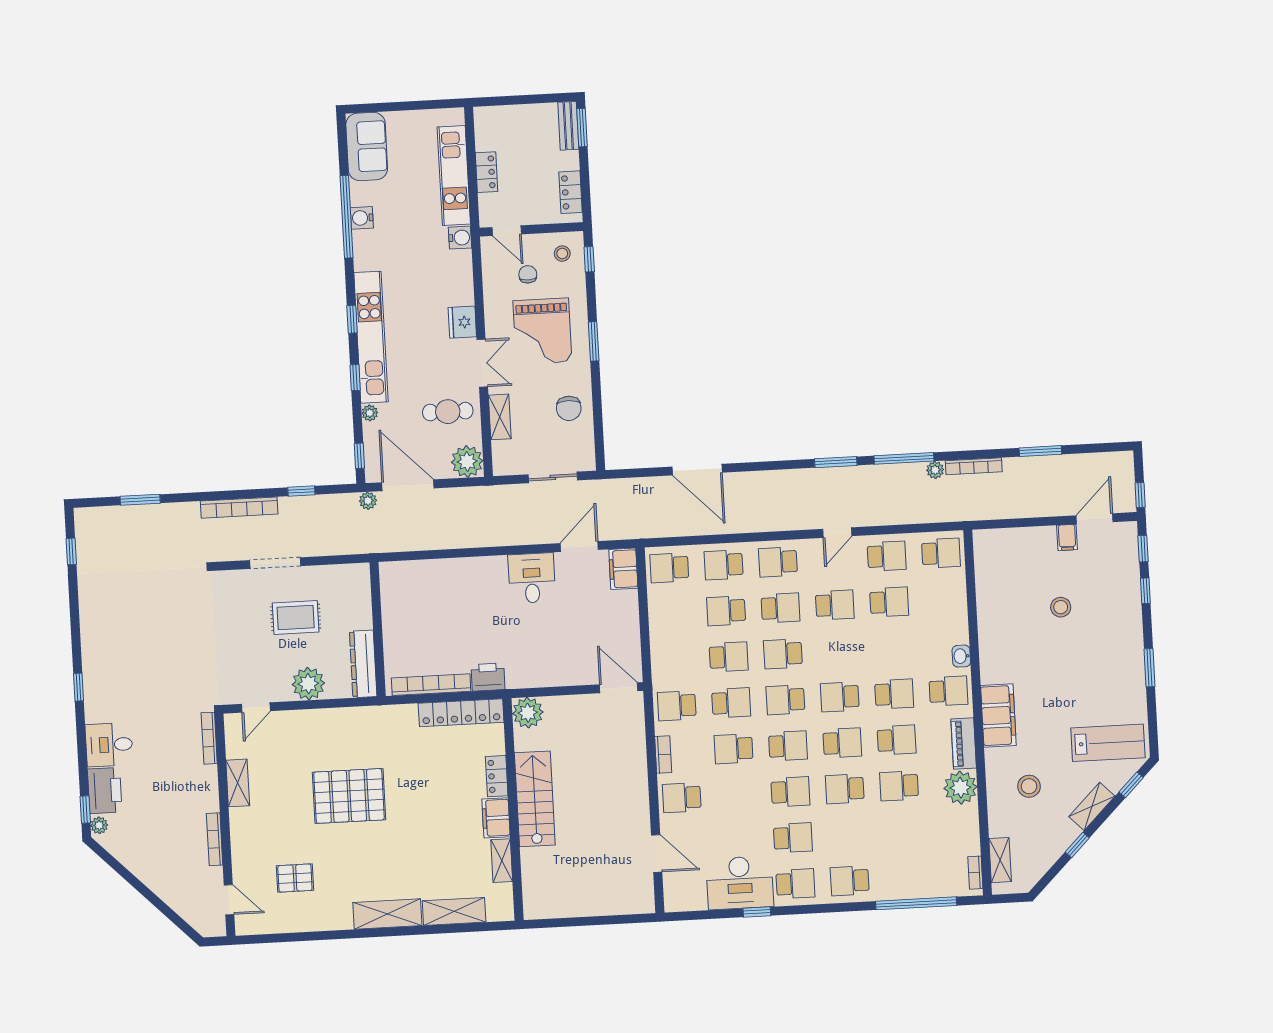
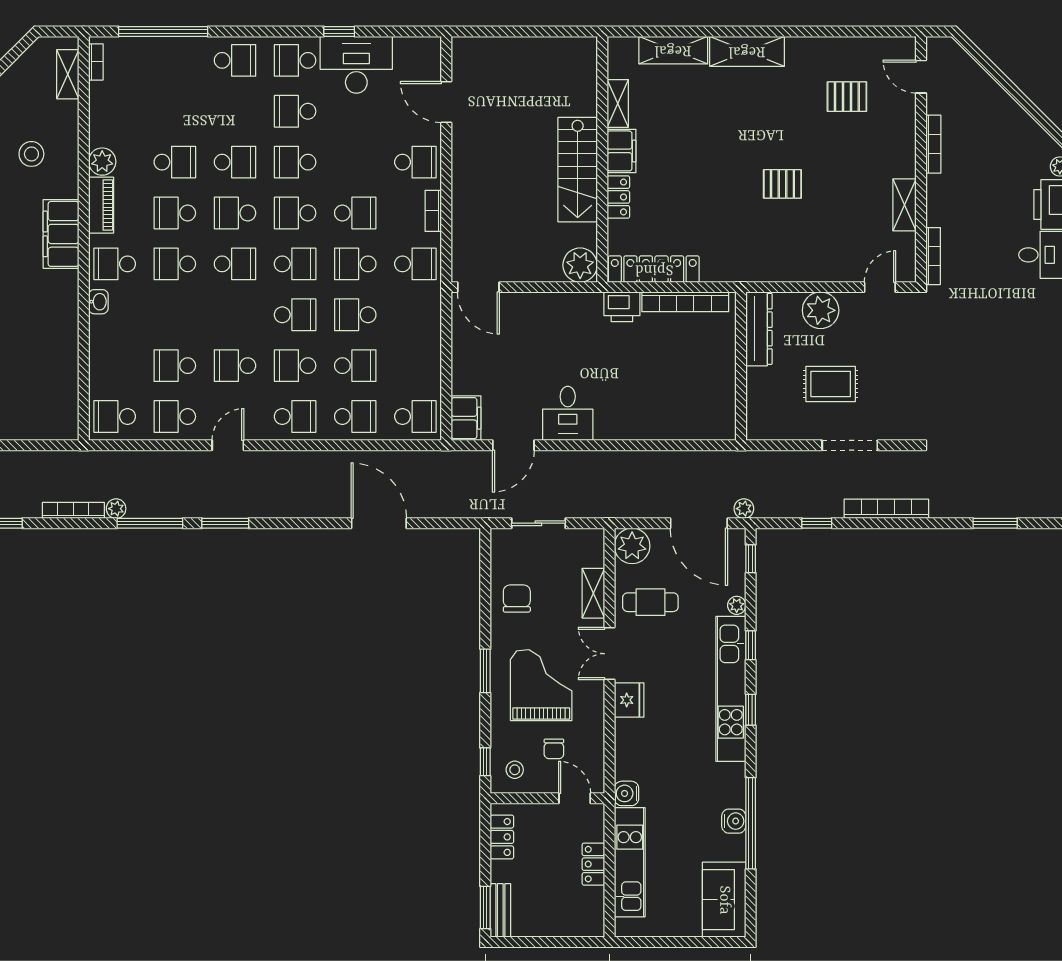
plant: (960, 788) -> (102, 162), width x0.73, depth x0.73
pallet: (349, 796) -> (782, 184), width x0.49, depth x0.50

